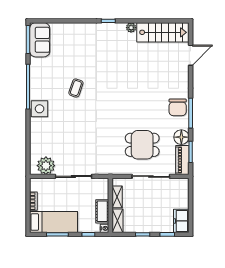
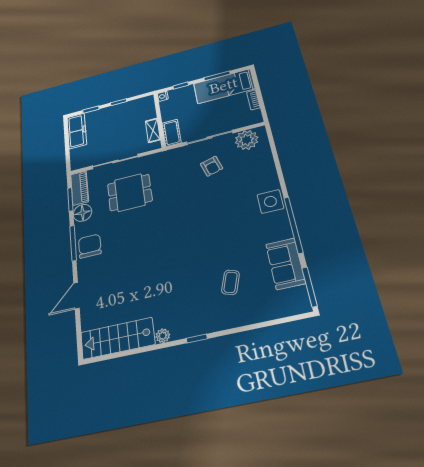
sofa: (40, 40) -> (285, 264), moved
door: (191, 55) -> (76, 296), moved
coffee table: (76, 88) -> (231, 282), moved
armchair: (76, 150) -> (212, 166), added
cot: (102, 211) -> (172, 133), moved
shelving: (118, 221) -> (149, 107), removed
freezer: (181, 221) -> (77, 131), width x1.40

